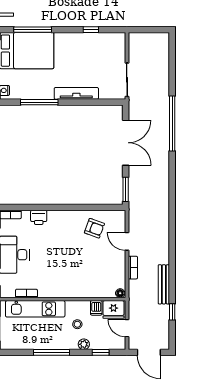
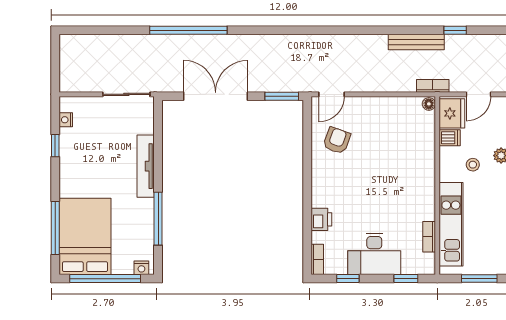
nightstand: (109, 37) -> (66, 120), added
door: (127, 241) -> (331, 94), moved
bookcase: (133, 268) -> (433, 86), moved

